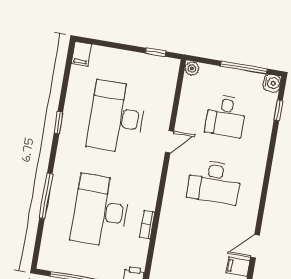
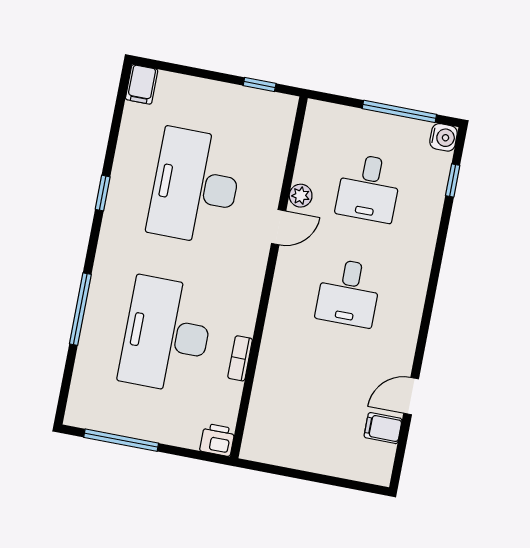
plant: (192, 69) -> (301, 196), moved
desk: (214, 182) -> (348, 293), width x0.73

